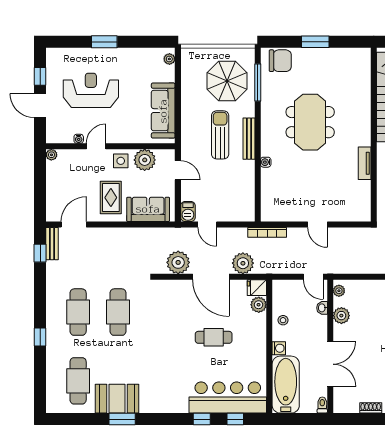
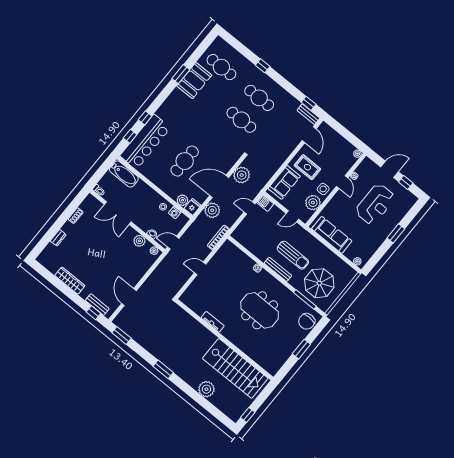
cafe table: (214, 337) -> (185, 161), width x1.37, depth x1.35
washing machine: (279, 348) -> (175, 212), moved
bathtub: (286, 385) -> (124, 174), width x0.73, depth x0.73

